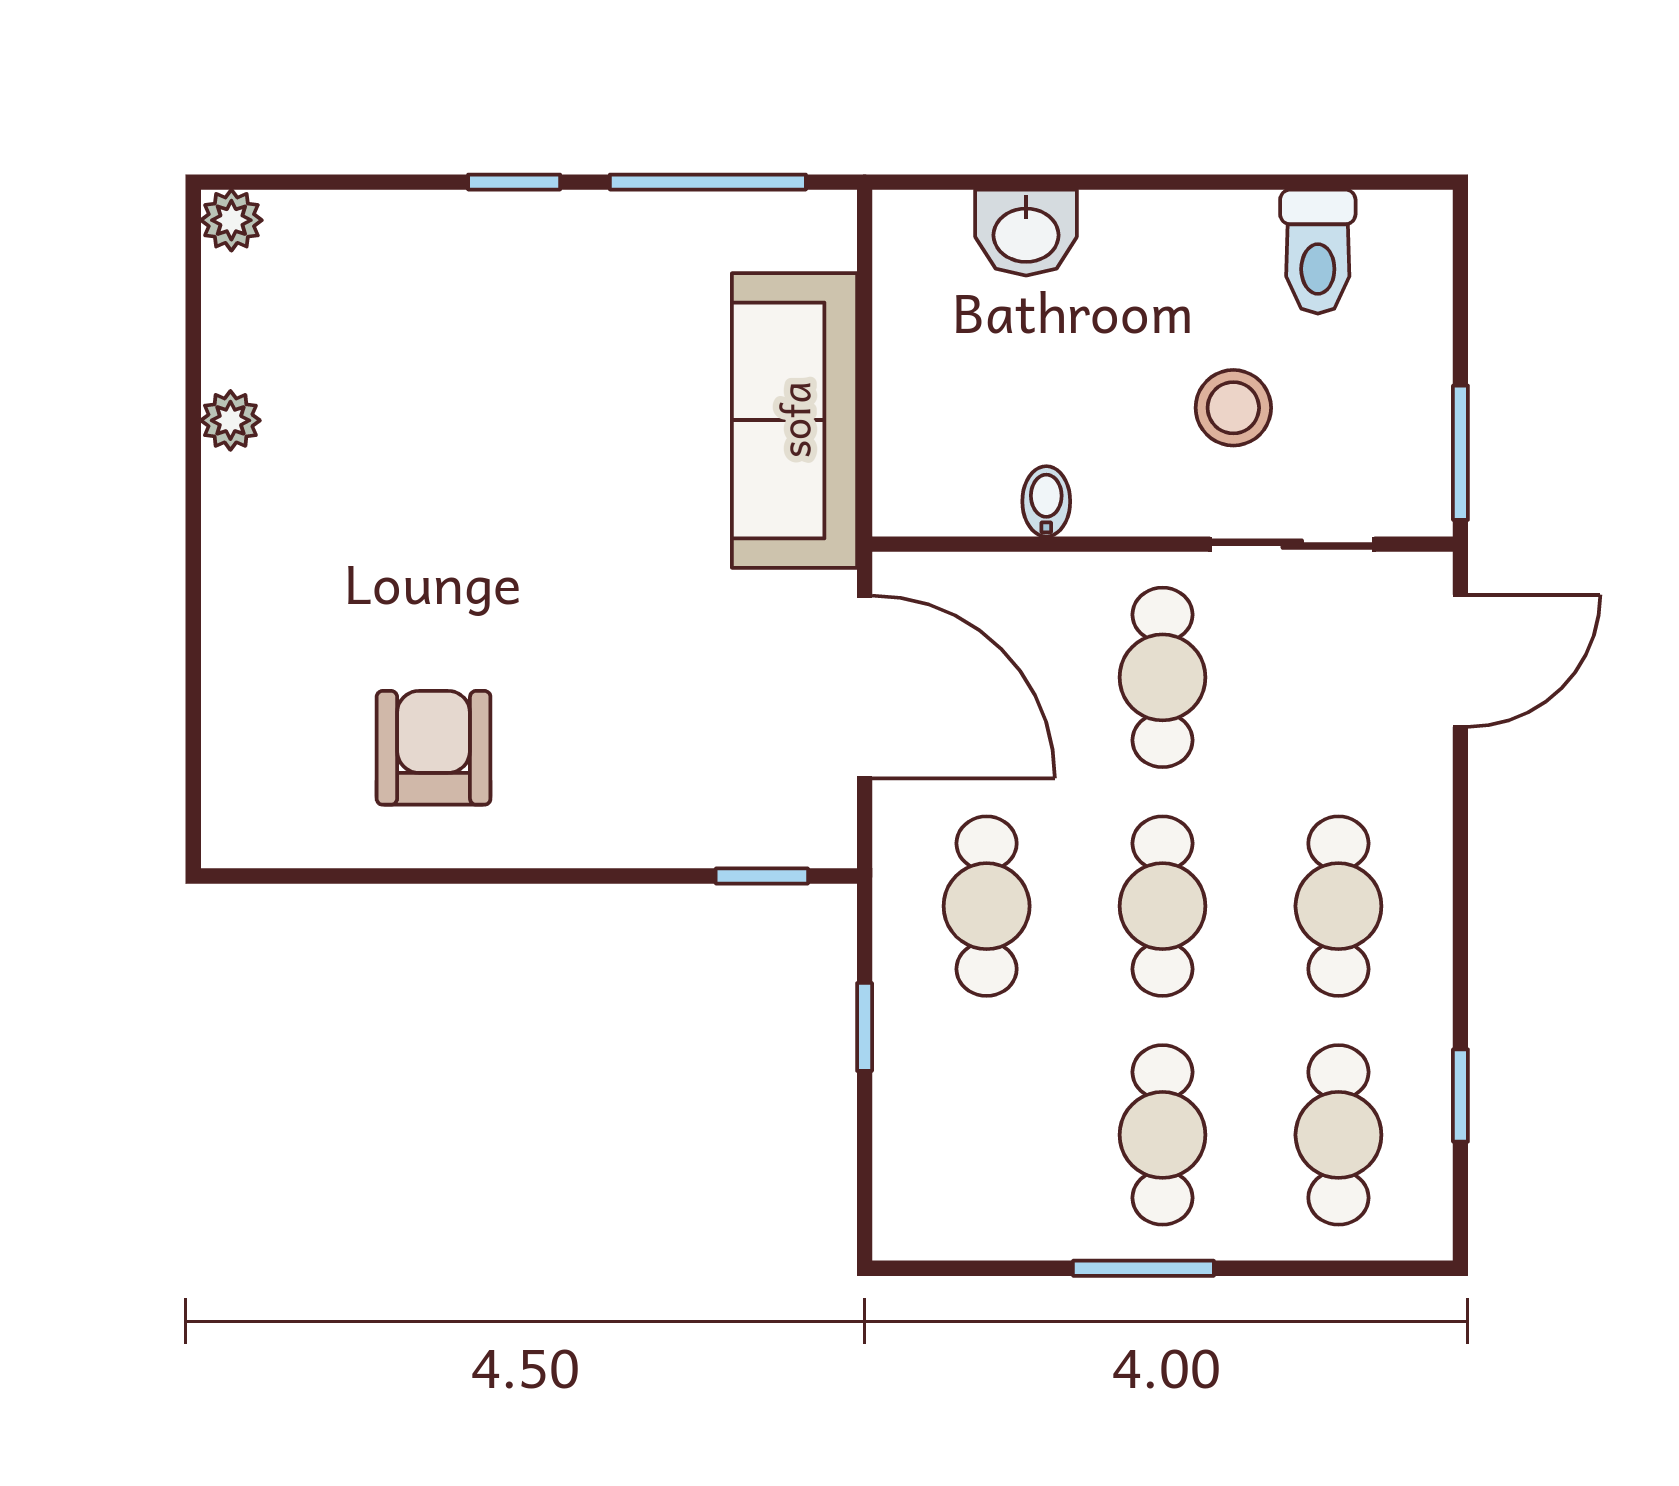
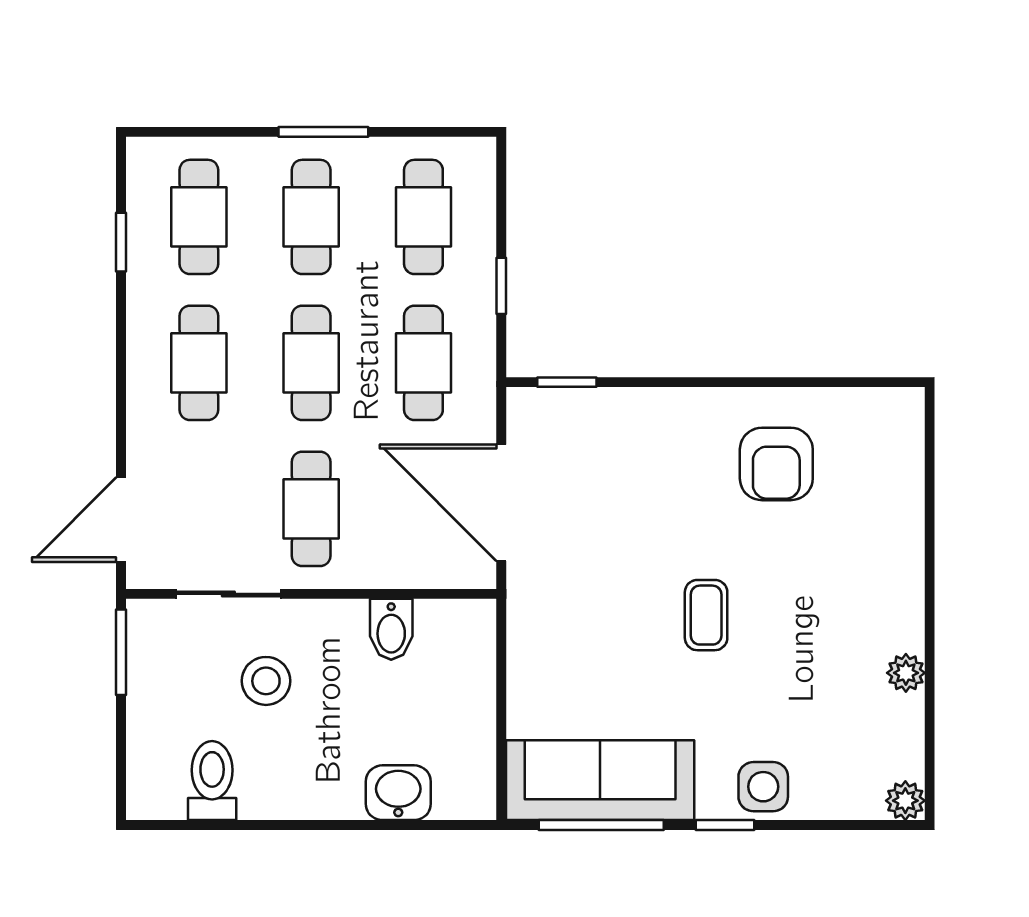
side table: (454, 242) -> (763, 787), added
sofa: (794, 420) -> (600, 780), moved, turned -90
bidet: (1046, 501) -> (391, 629), width x1.38, depth x1.36
coffee table: (544, 511) -> (706, 615), added
cafe table: (987, 1135) -> (423, 217), added

